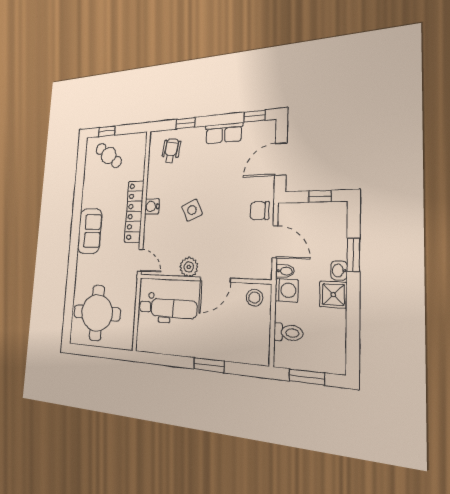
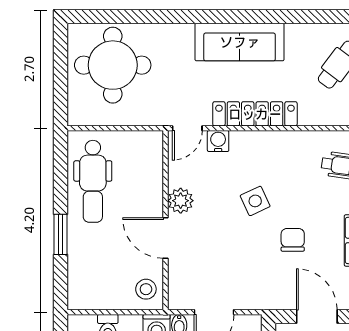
water cooler: (152, 206) -> (218, 141), moved
chair: (260, 211) -> (293, 240), moved
sofa: (90, 231) -> (240, 42), width x1.36
dental chair: (167, 308) -> (93, 181), moved

